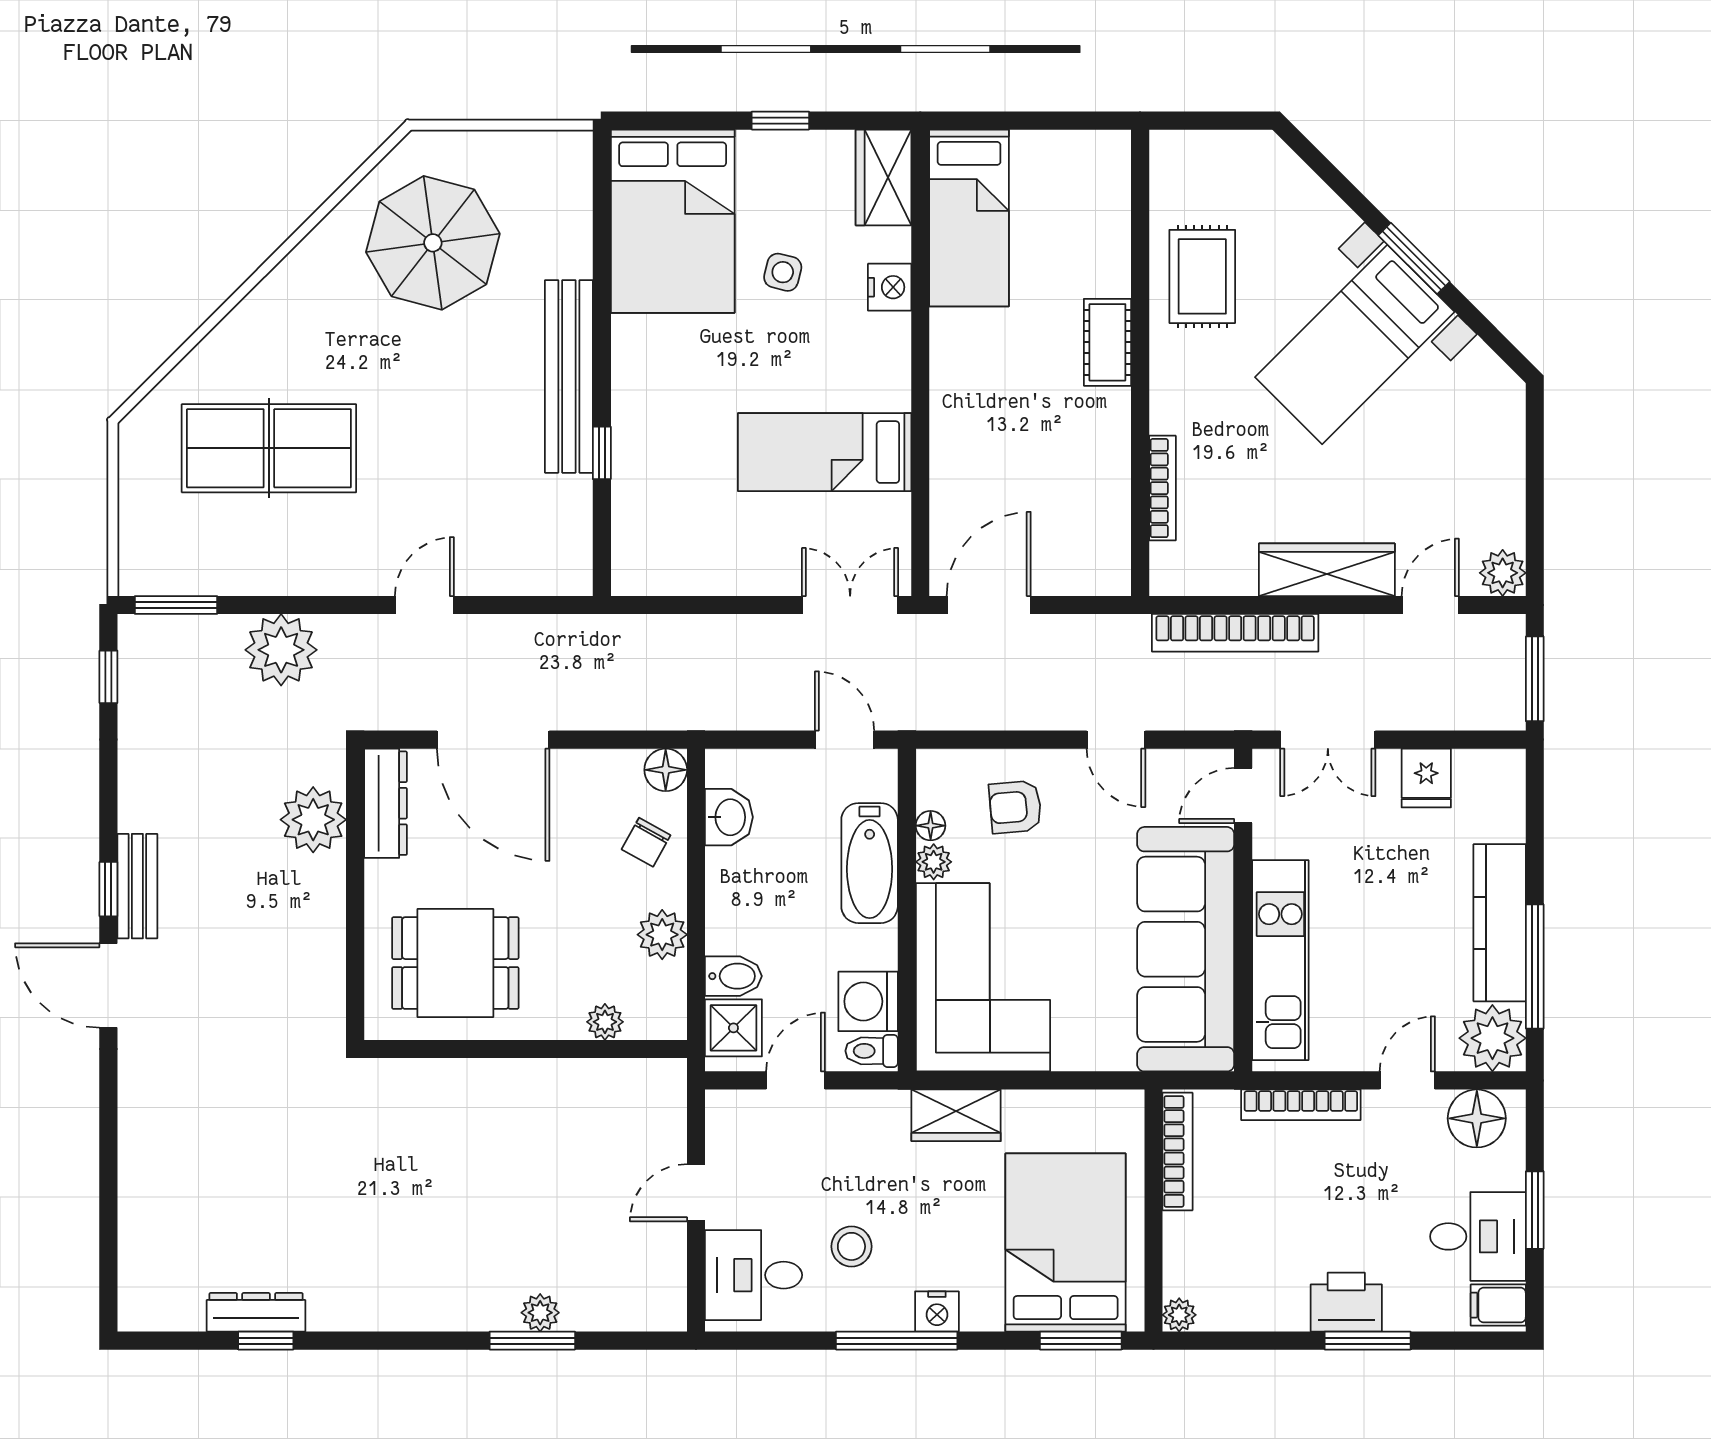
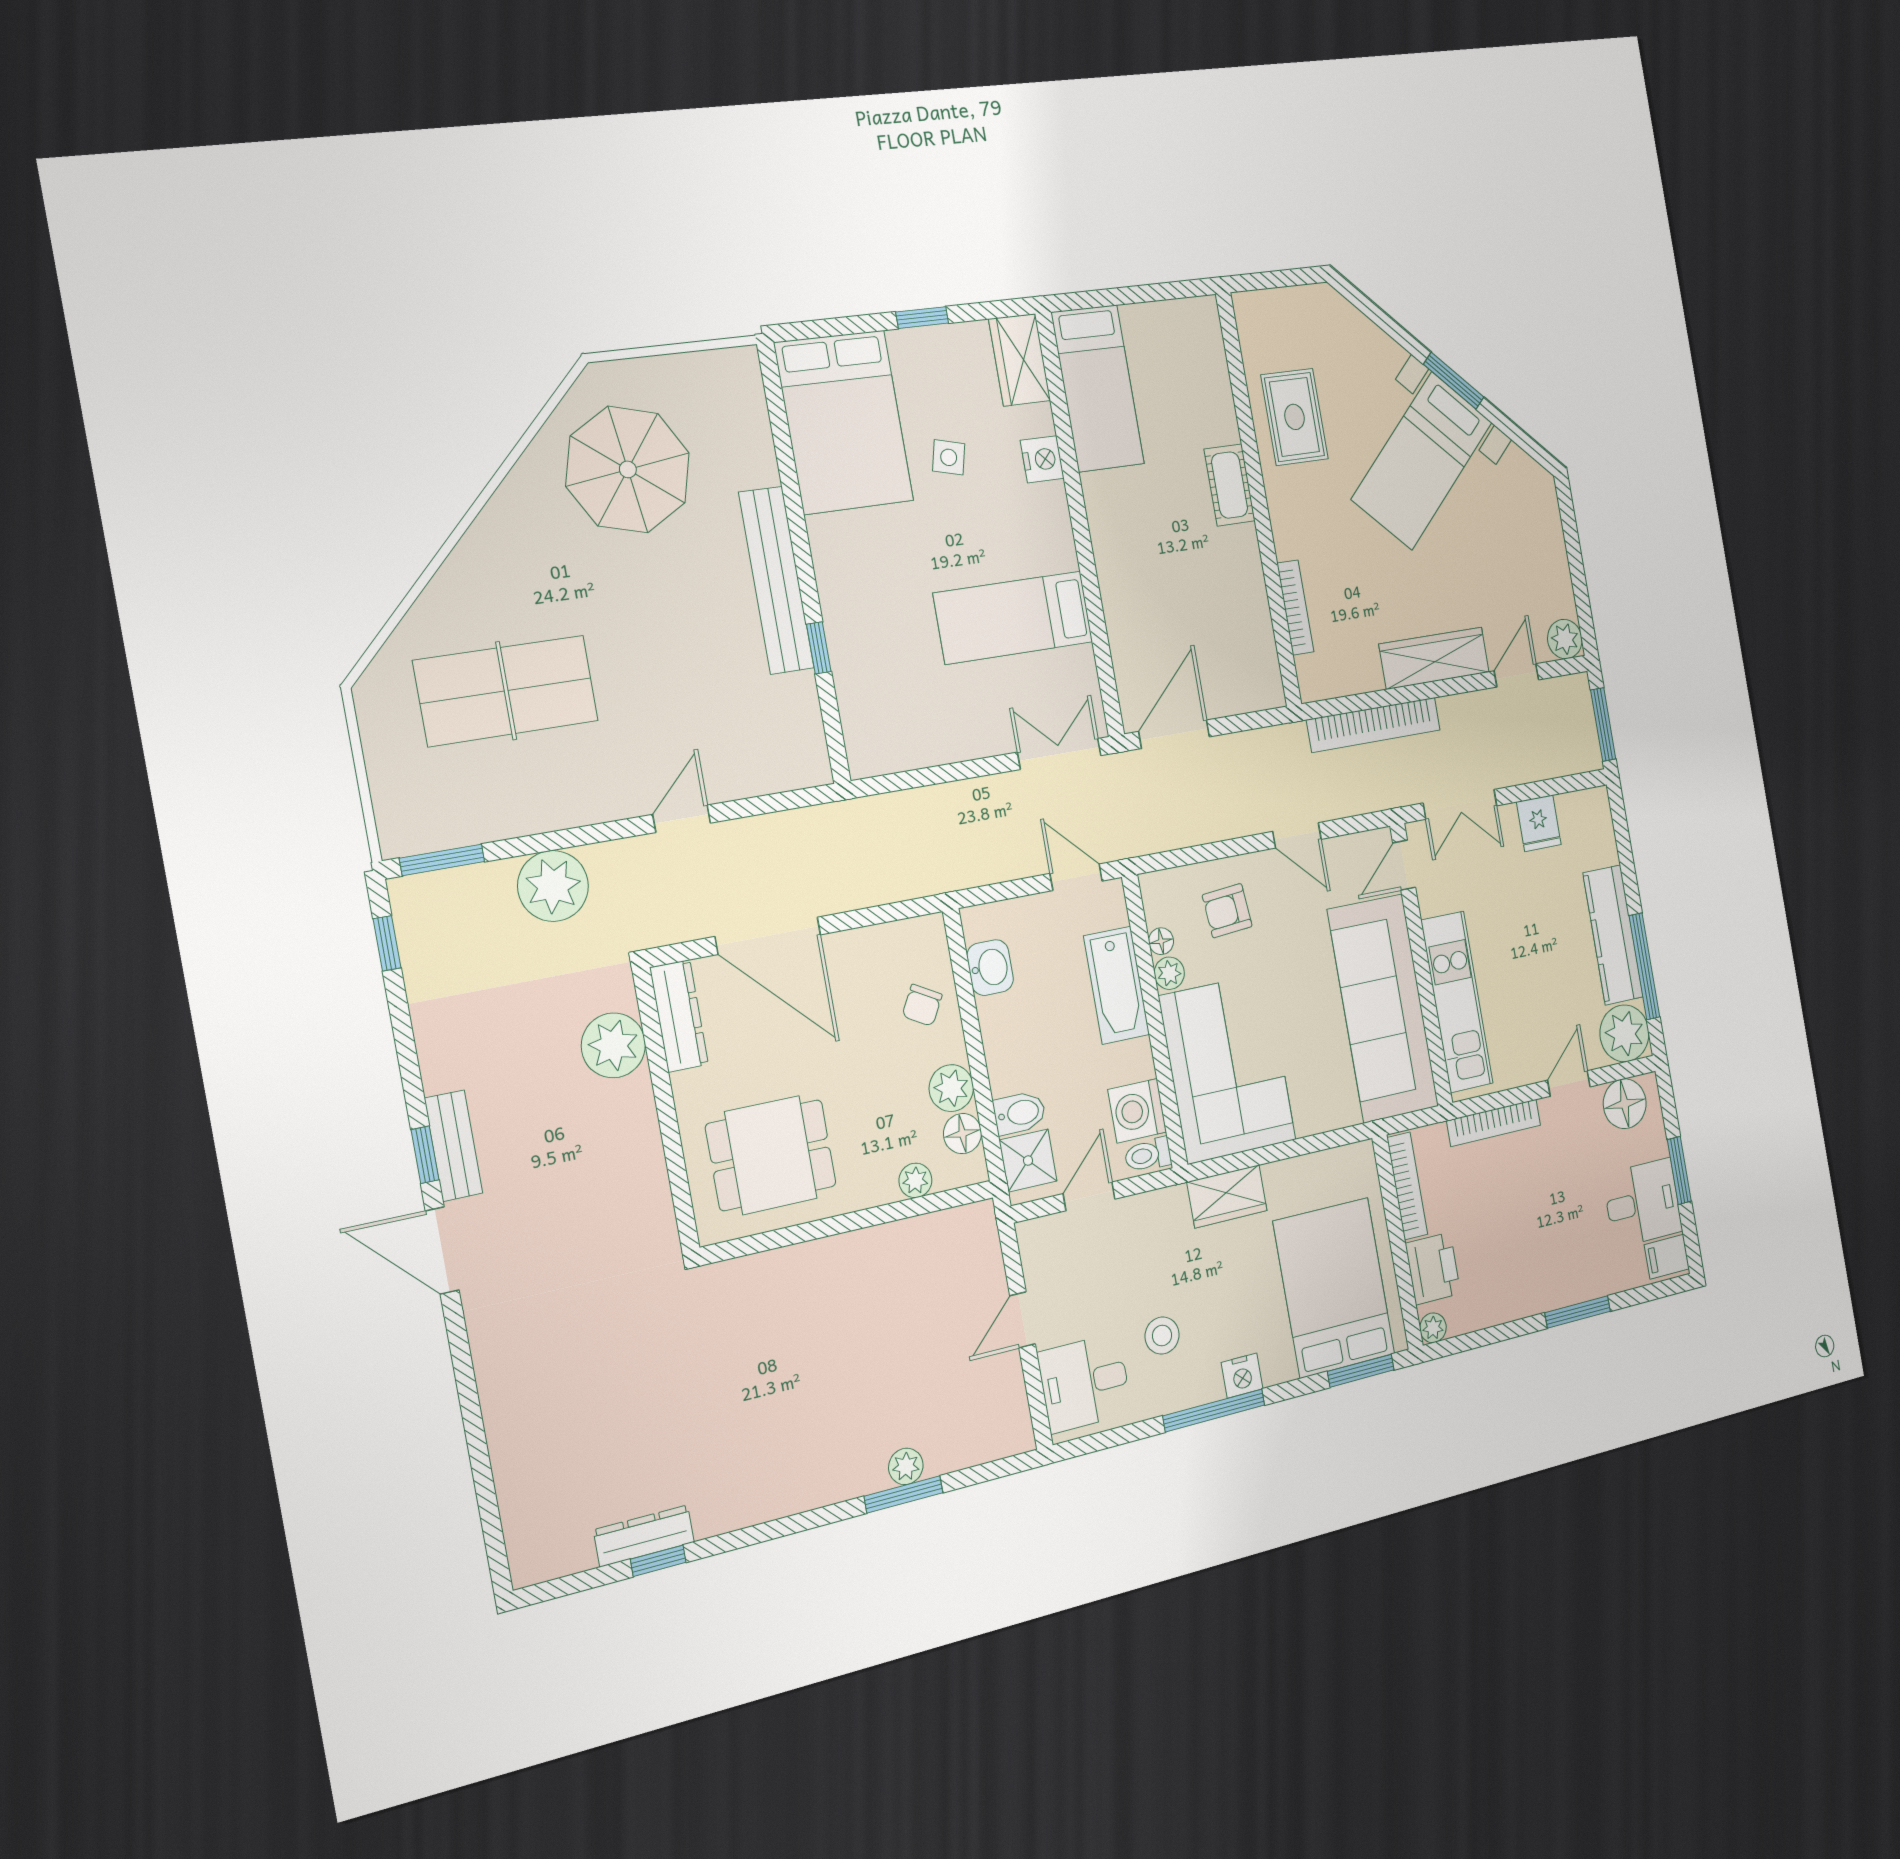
floor lamp: (666, 770) -> (962, 1134), moved
printer: (1346, 1302) -> (1433, 1268), moved, turned 90

